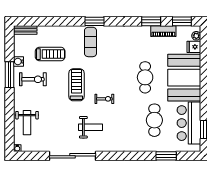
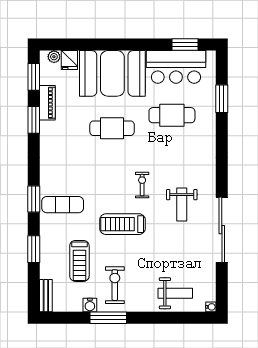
window: (59, 21) -> (34, 249), added
treadmill: (50, 54) -> (79, 261), turned 180
weight bench: (90, 127) -> (182, 205), turned 180

